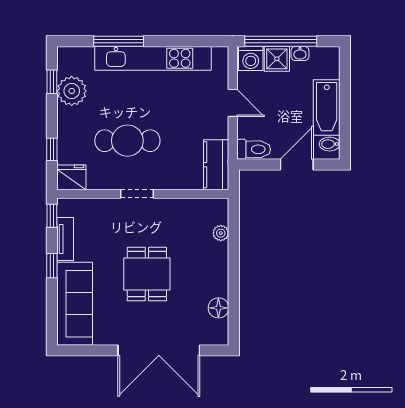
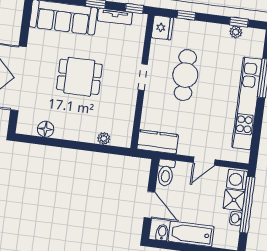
plant: (72, 91) -> (236, 32), width x0.53, depth x0.53

